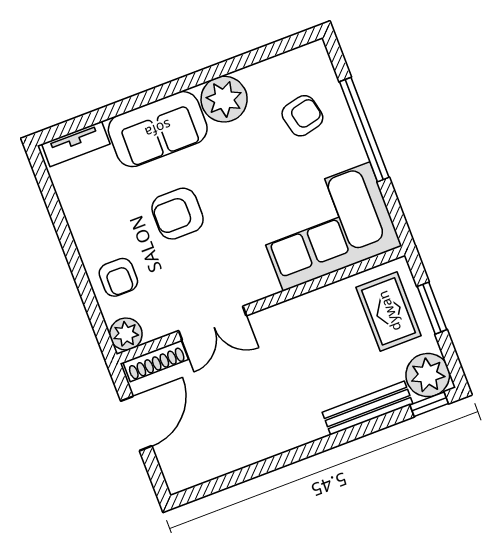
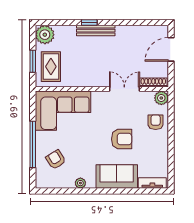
plant: (224, 99) -> (80, 183), width x0.53, depth x0.53
armchair: (302, 116) -> (56, 160), turned 71
window: (429, 404) -> (89, 23), moved
bench: (368, 408) -> (96, 31), moved
door: (136, 423) -> (171, 49), moved

